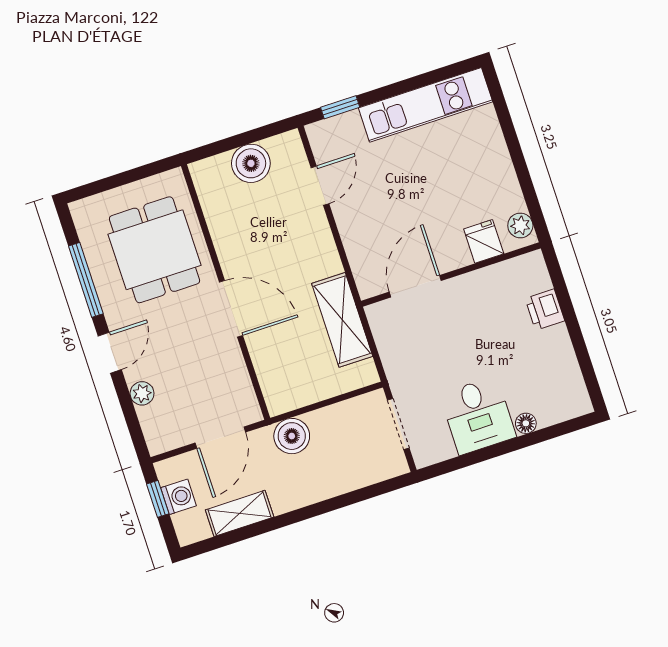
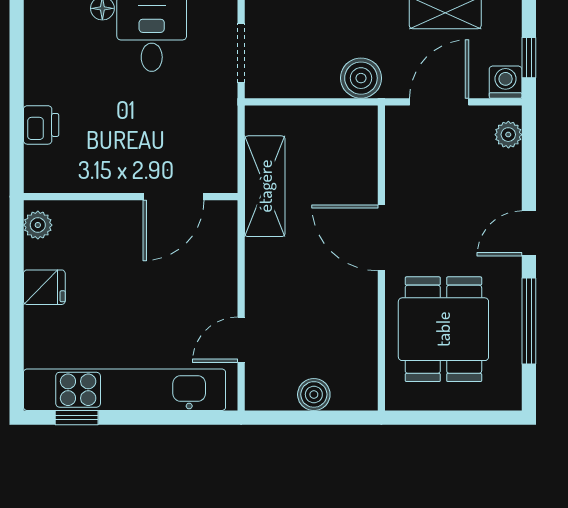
kitchen unit: (426, 105) -> (125, 390), width x1.36
window: (340, 107) -> (77, 418), moved
boiler: (251, 163) -> (314, 394), width x0.73, depth x0.73
fridge: (484, 241) -> (44, 287), moved, turned -90
plant: (142, 393) -> (508, 135), moved
washing machine: (179, 497) -> (506, 82), moved, turned 90

